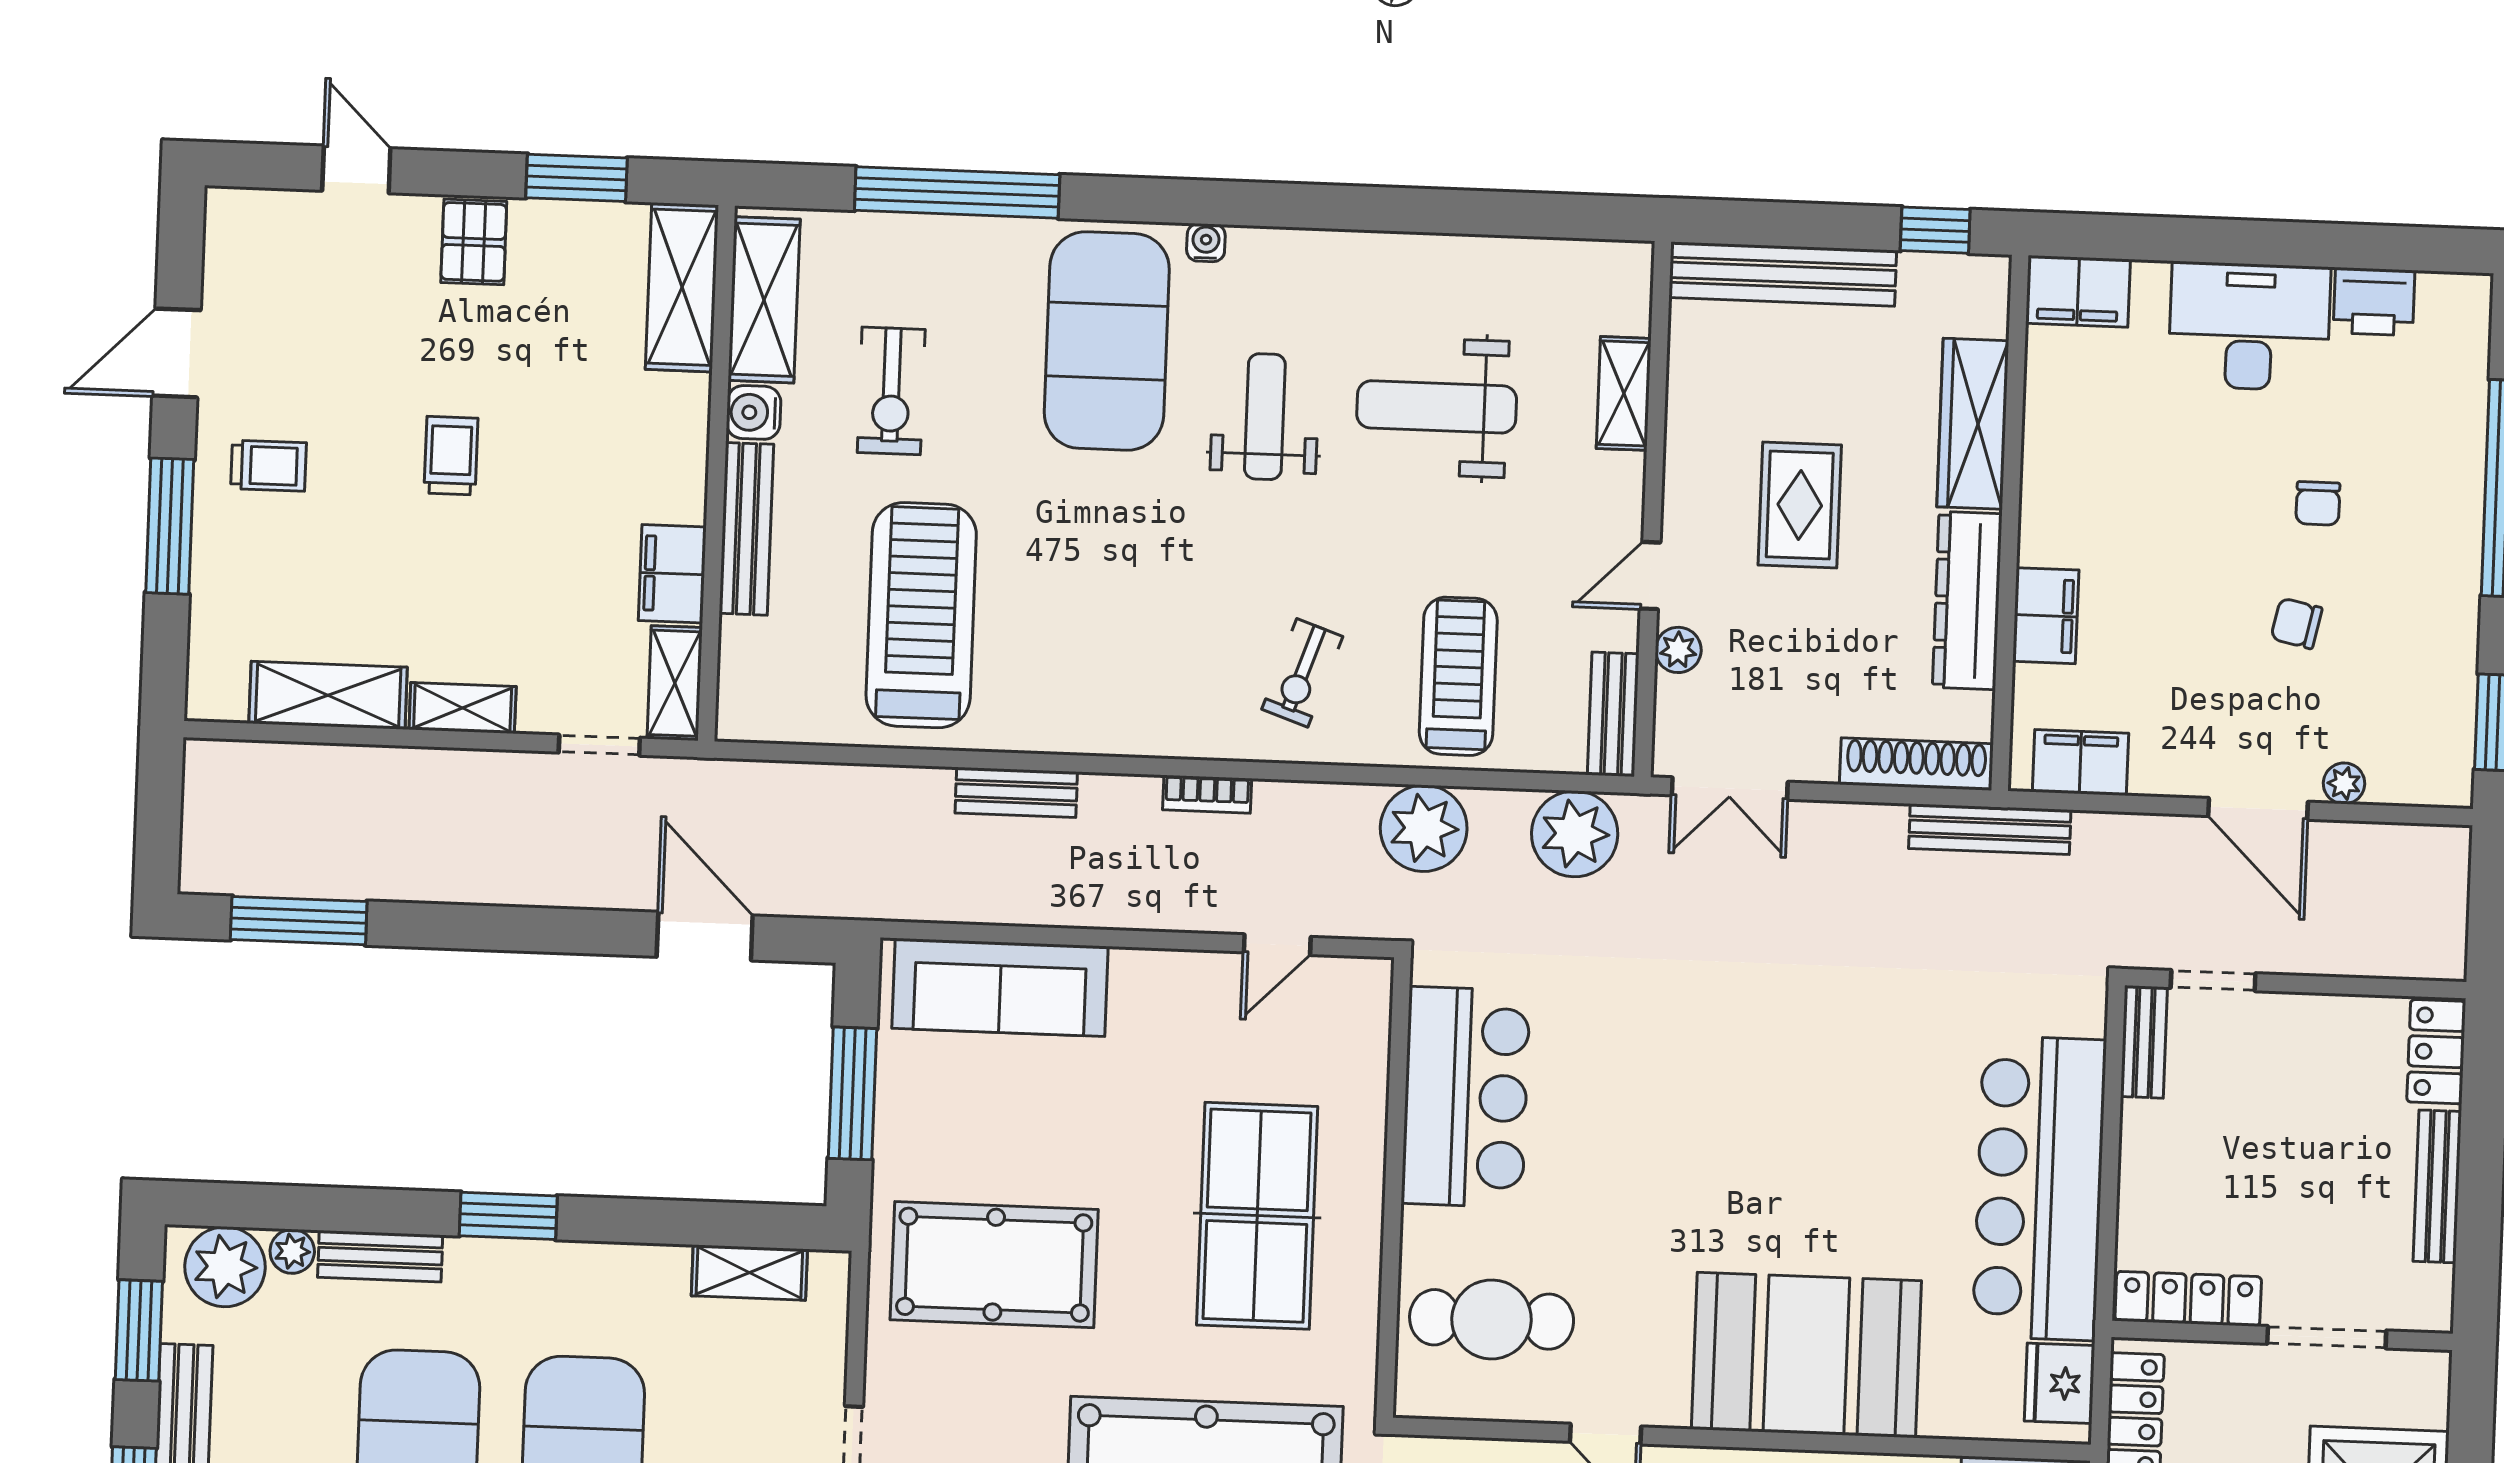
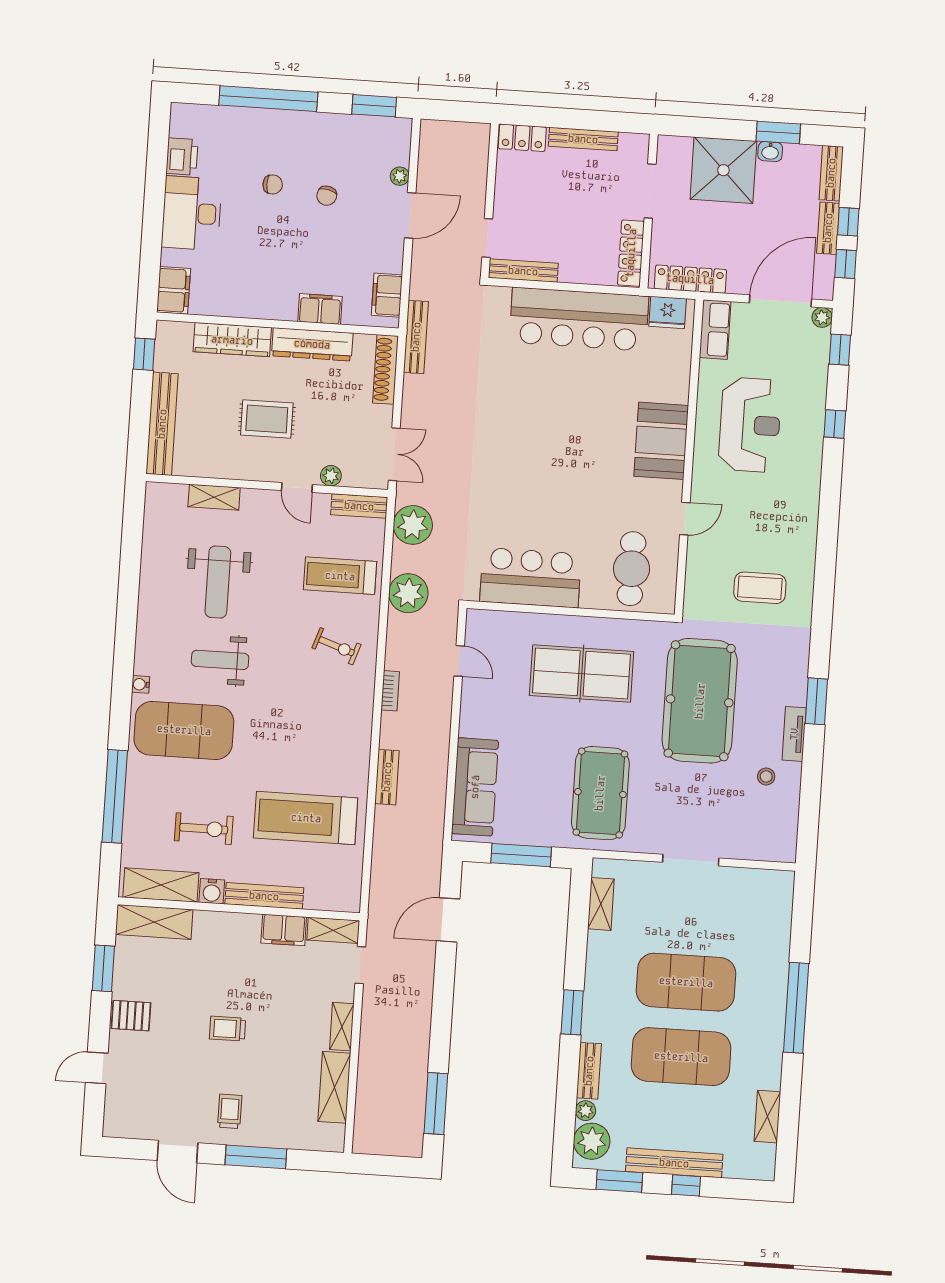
bench: (2144, 1042) -> (523, 271), width x1.36
booth: (1806, 1355) -> (661, 441), width x0.73, depth x0.70

